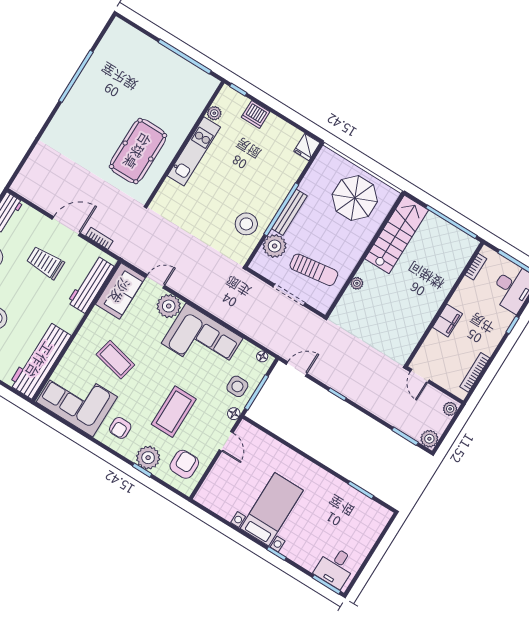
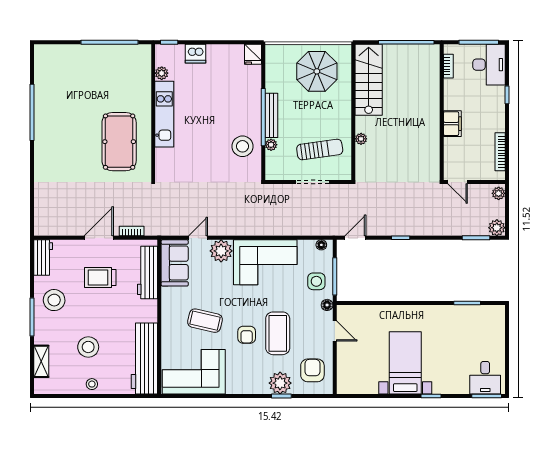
plant: (275, 246) -> (271, 145), width x0.53, depth x0.53
armchair: (120, 428) -> (247, 335), moved

